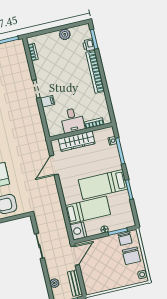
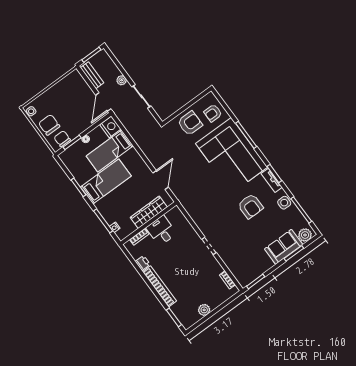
printer: (89, 45) -> (143, 263), moved
filing cabinet: (47, 101) -> (193, 239), removed
plant: (54, 283) -> (122, 80), moved

